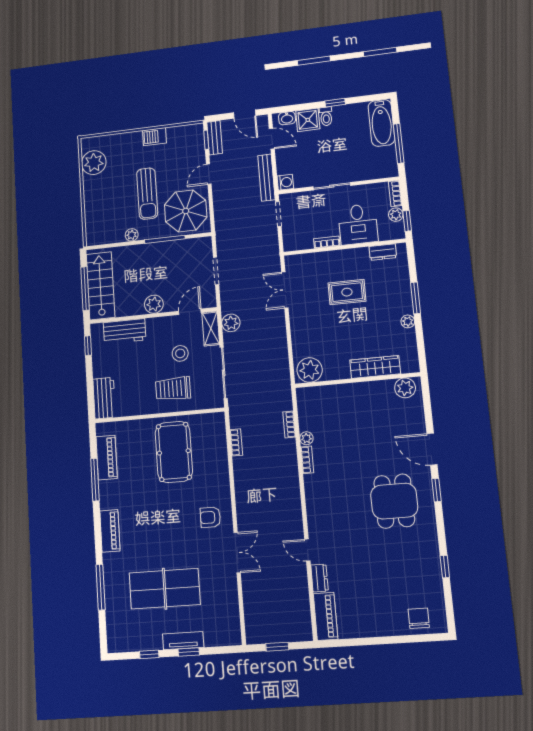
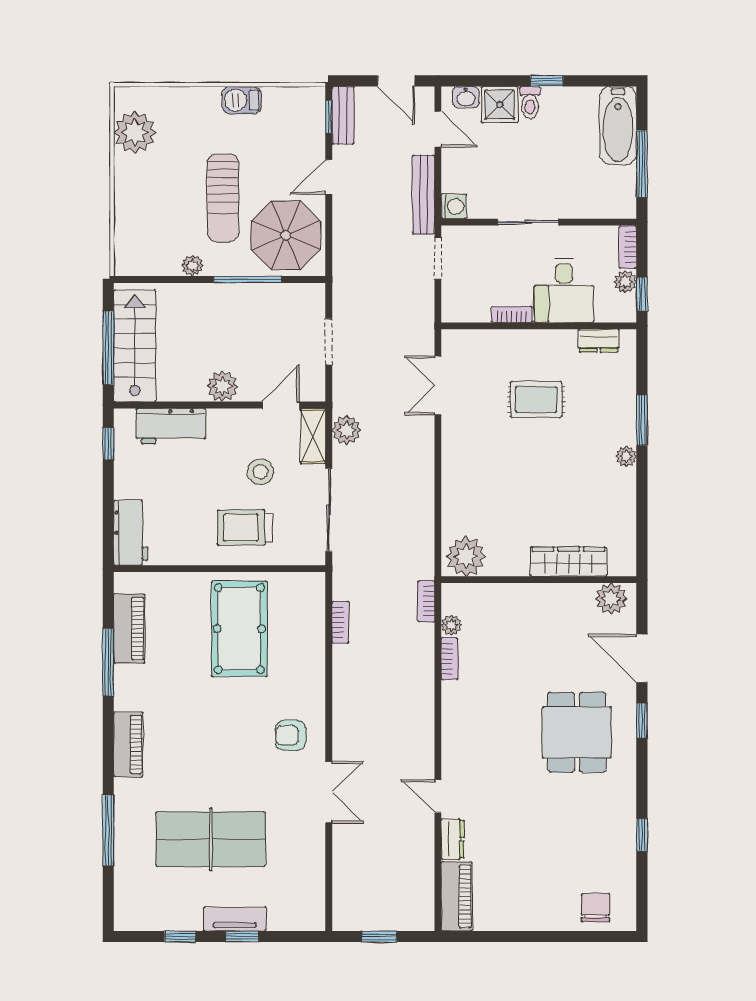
wardrobe: (375, 367) -> (569, 562), moved
plant: (310, 370) -> (466, 557), moved
wall: (357, 380) -> (539, 580), moved
plant: (405, 388) -> (611, 599), moved

